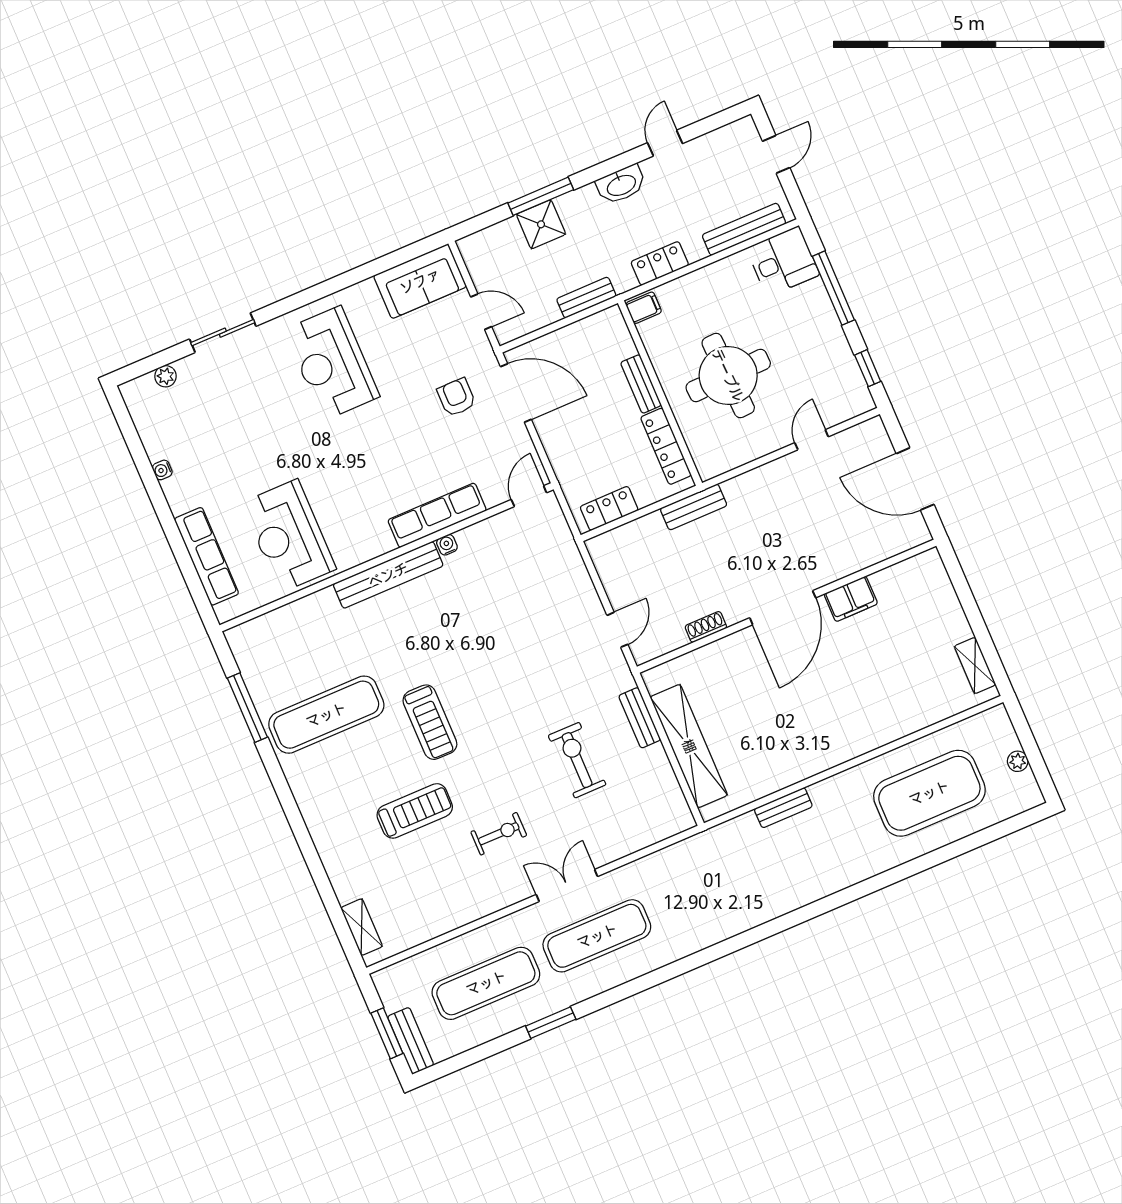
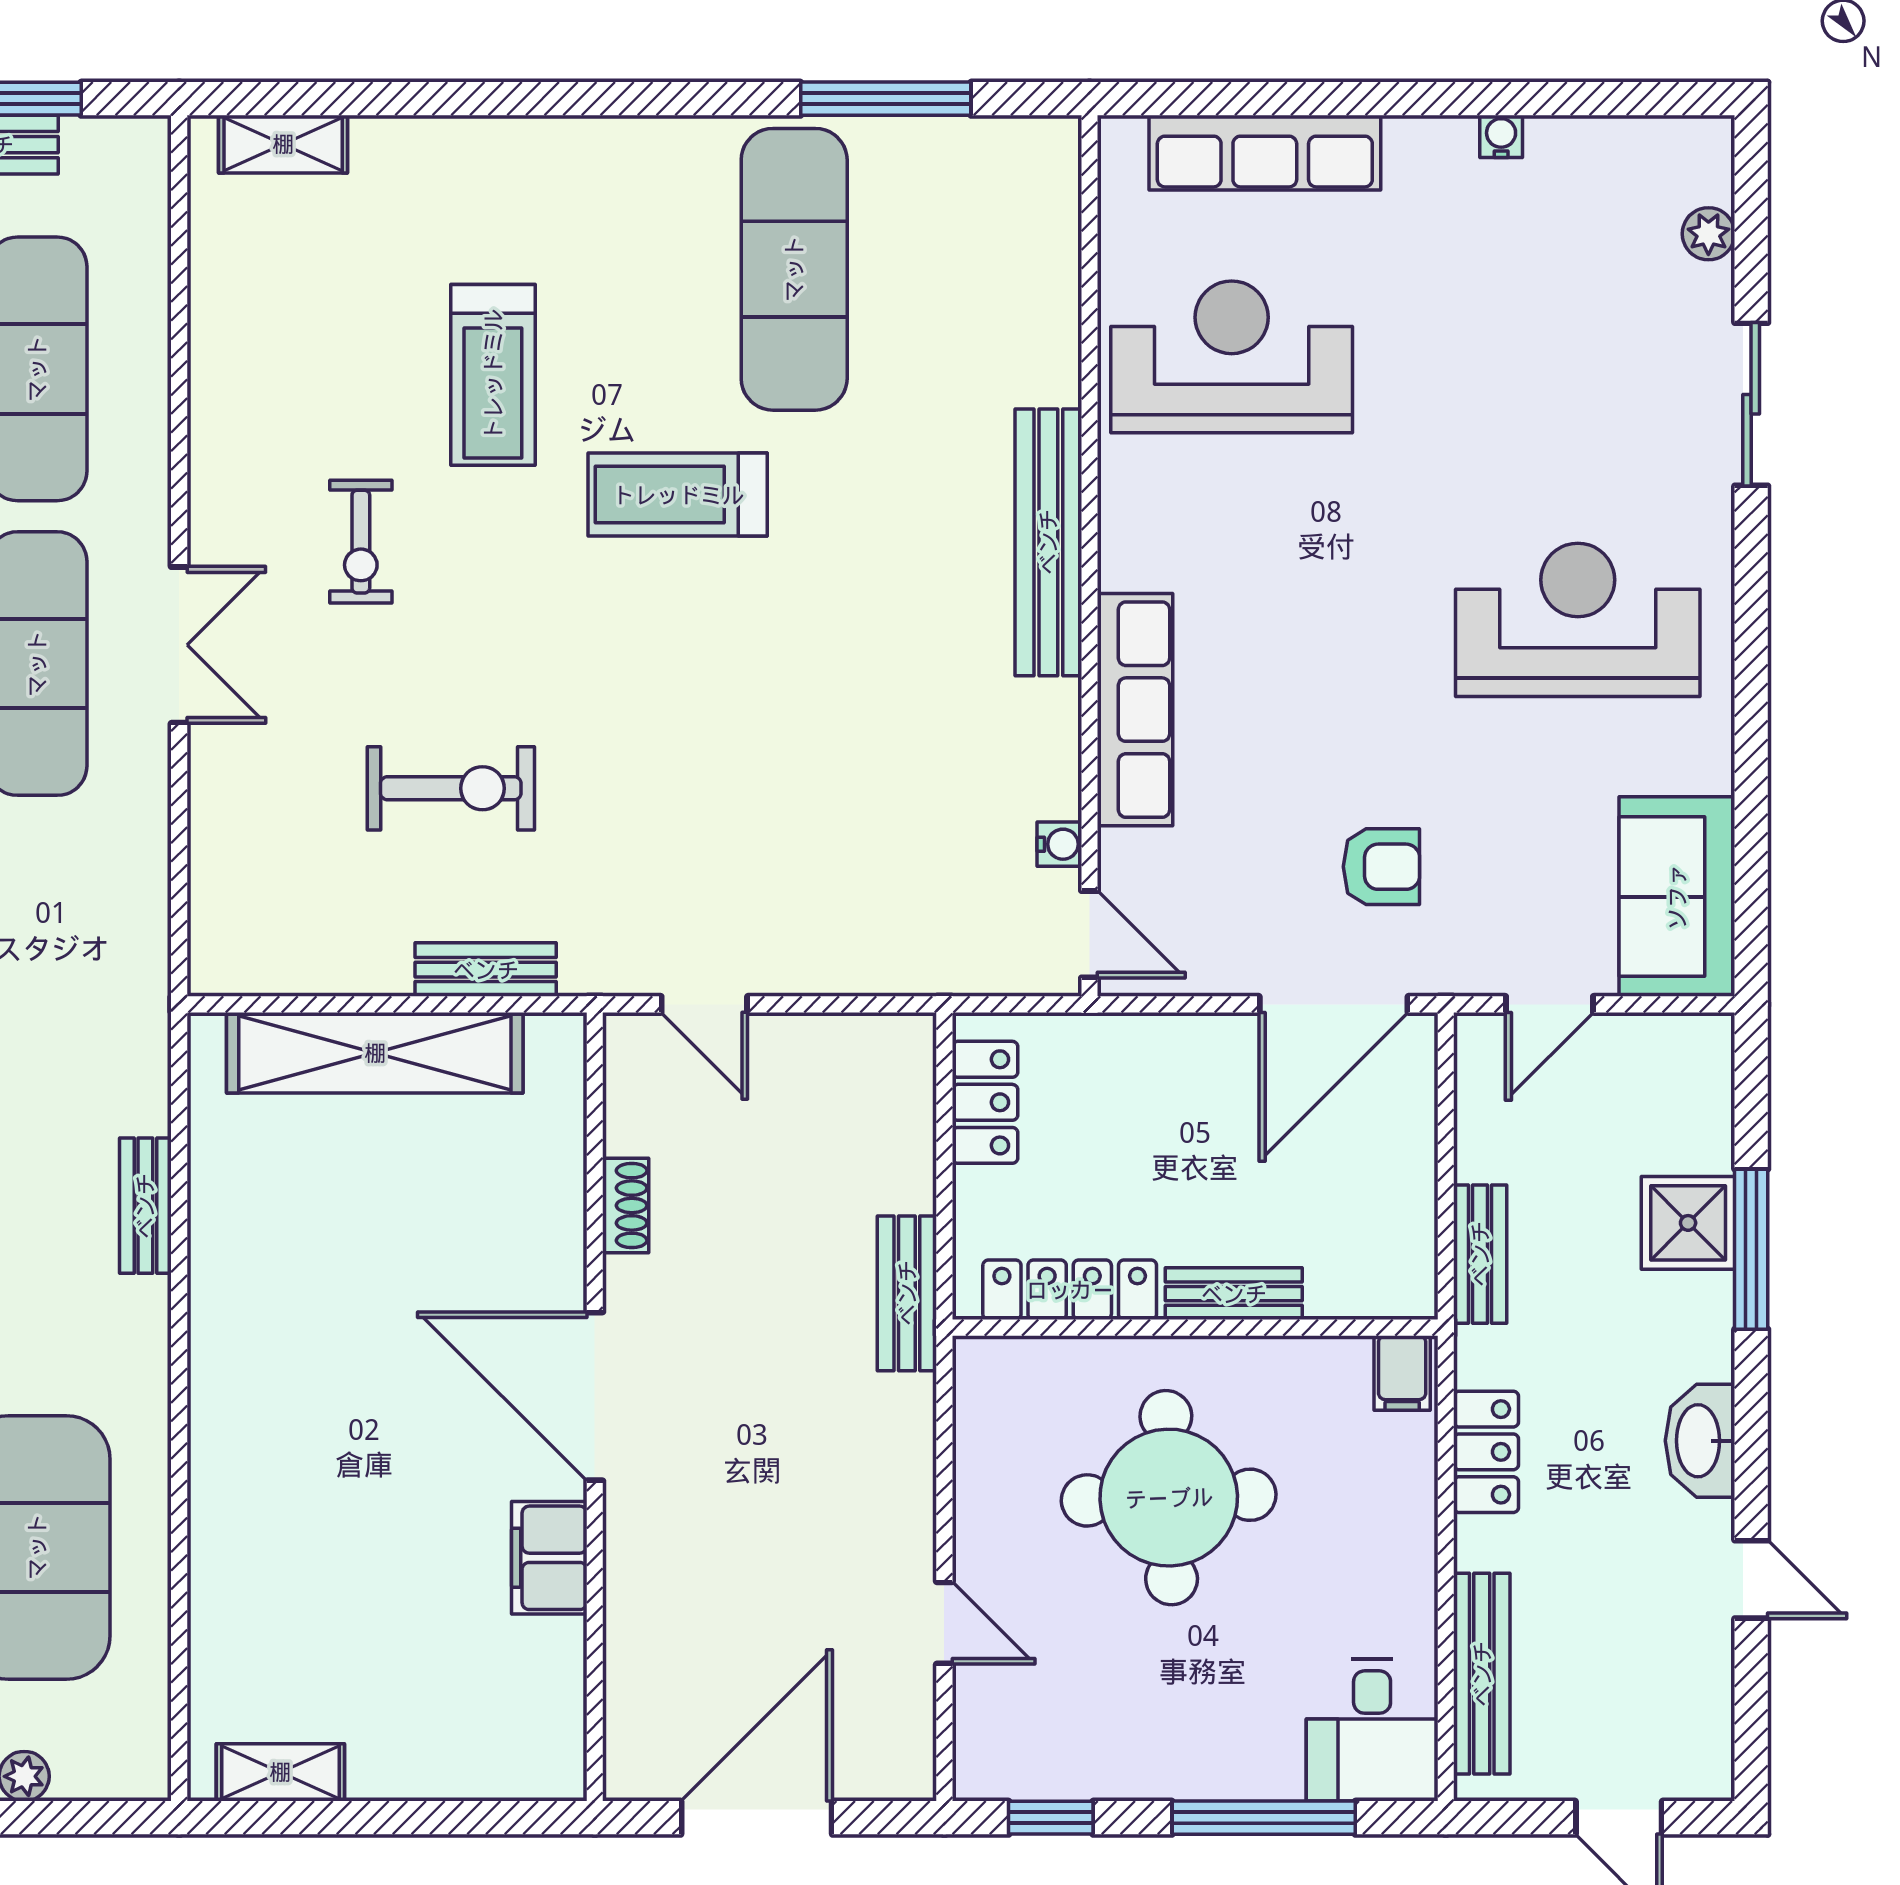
water cooler: (447, 545) -> (1059, 844), moved

